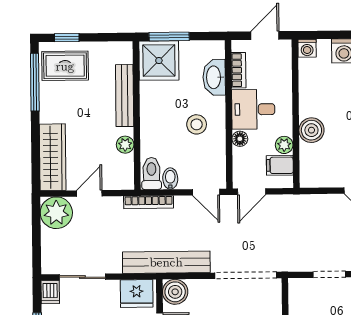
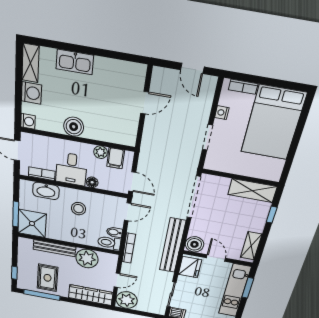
rug: (65, 66) -> (47, 278), moved
boiler: (311, 130) -> (74, 127), moved
plant: (125, 145) -> (87, 259), width x1.87, depth x1.87
door: (89, 193) -> (117, 280), swing flipped

